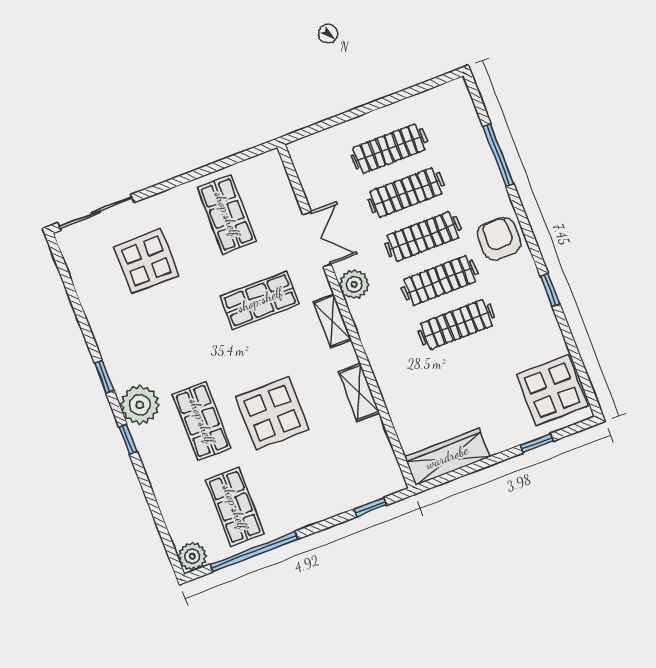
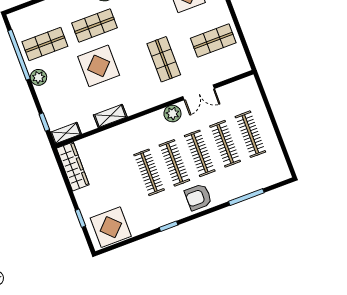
armchair: (499, 239) -> (198, 197), turned 180
shelving: (332, 321) -> (66, 133), moved
plant: (192, 556) -> (38, 77), moved

